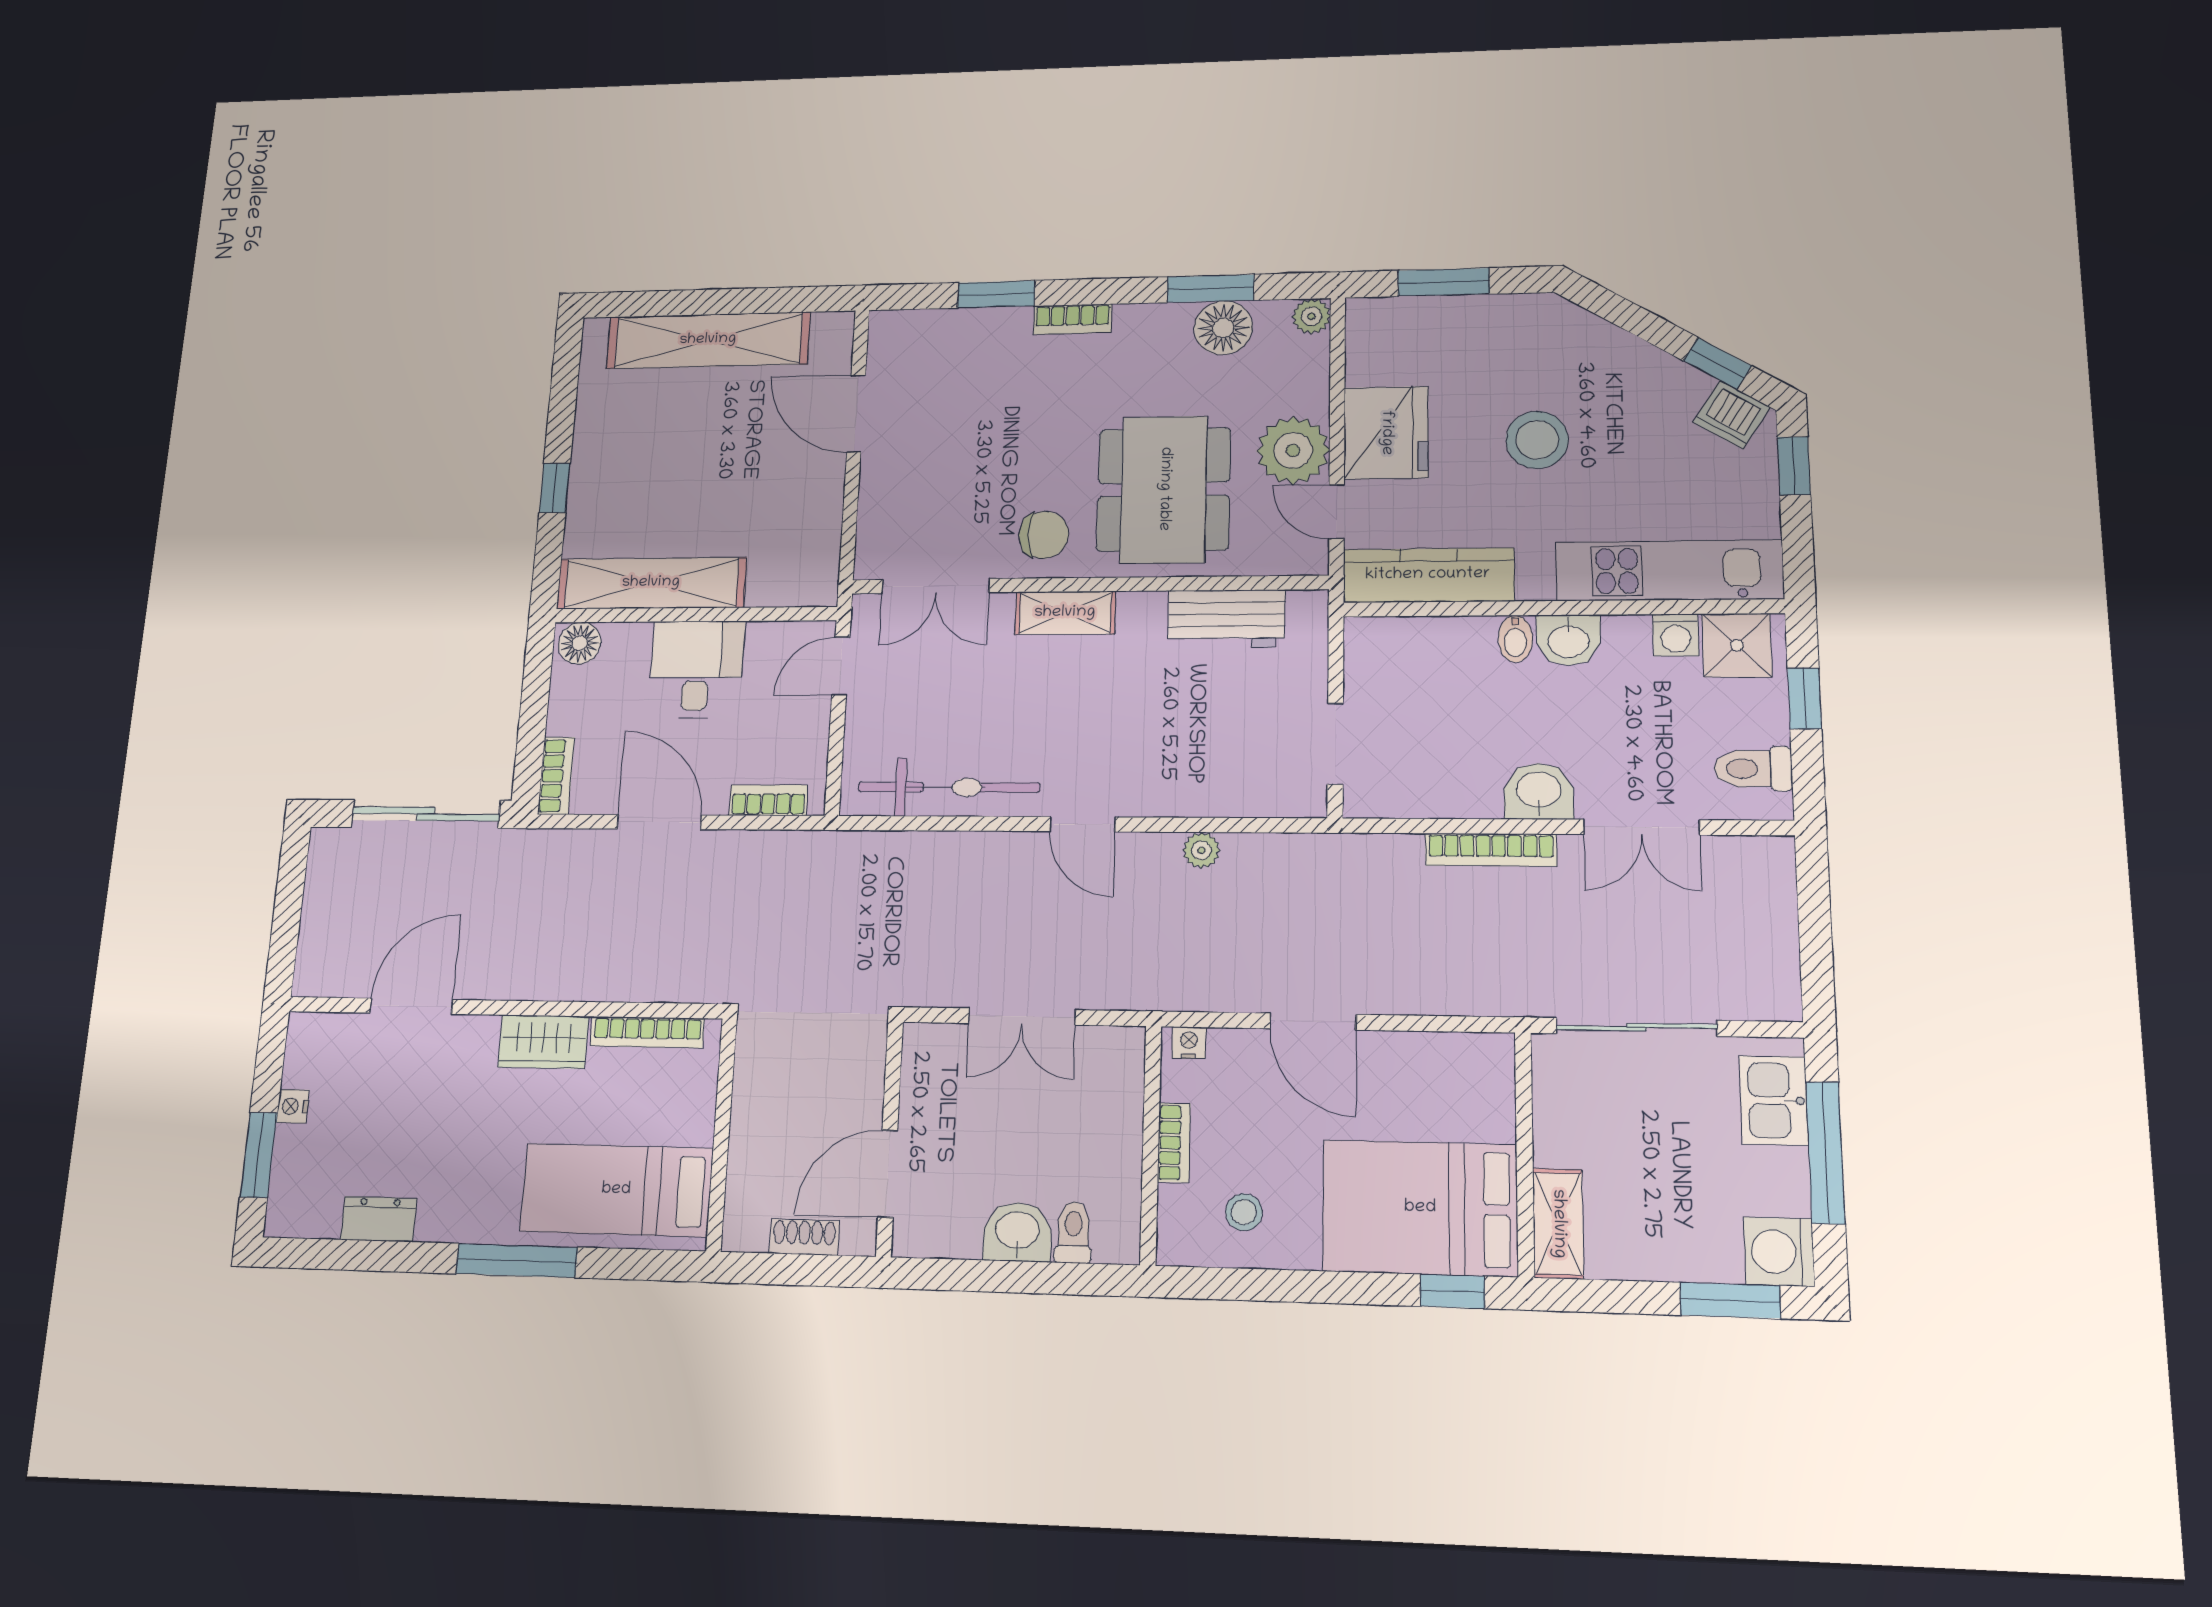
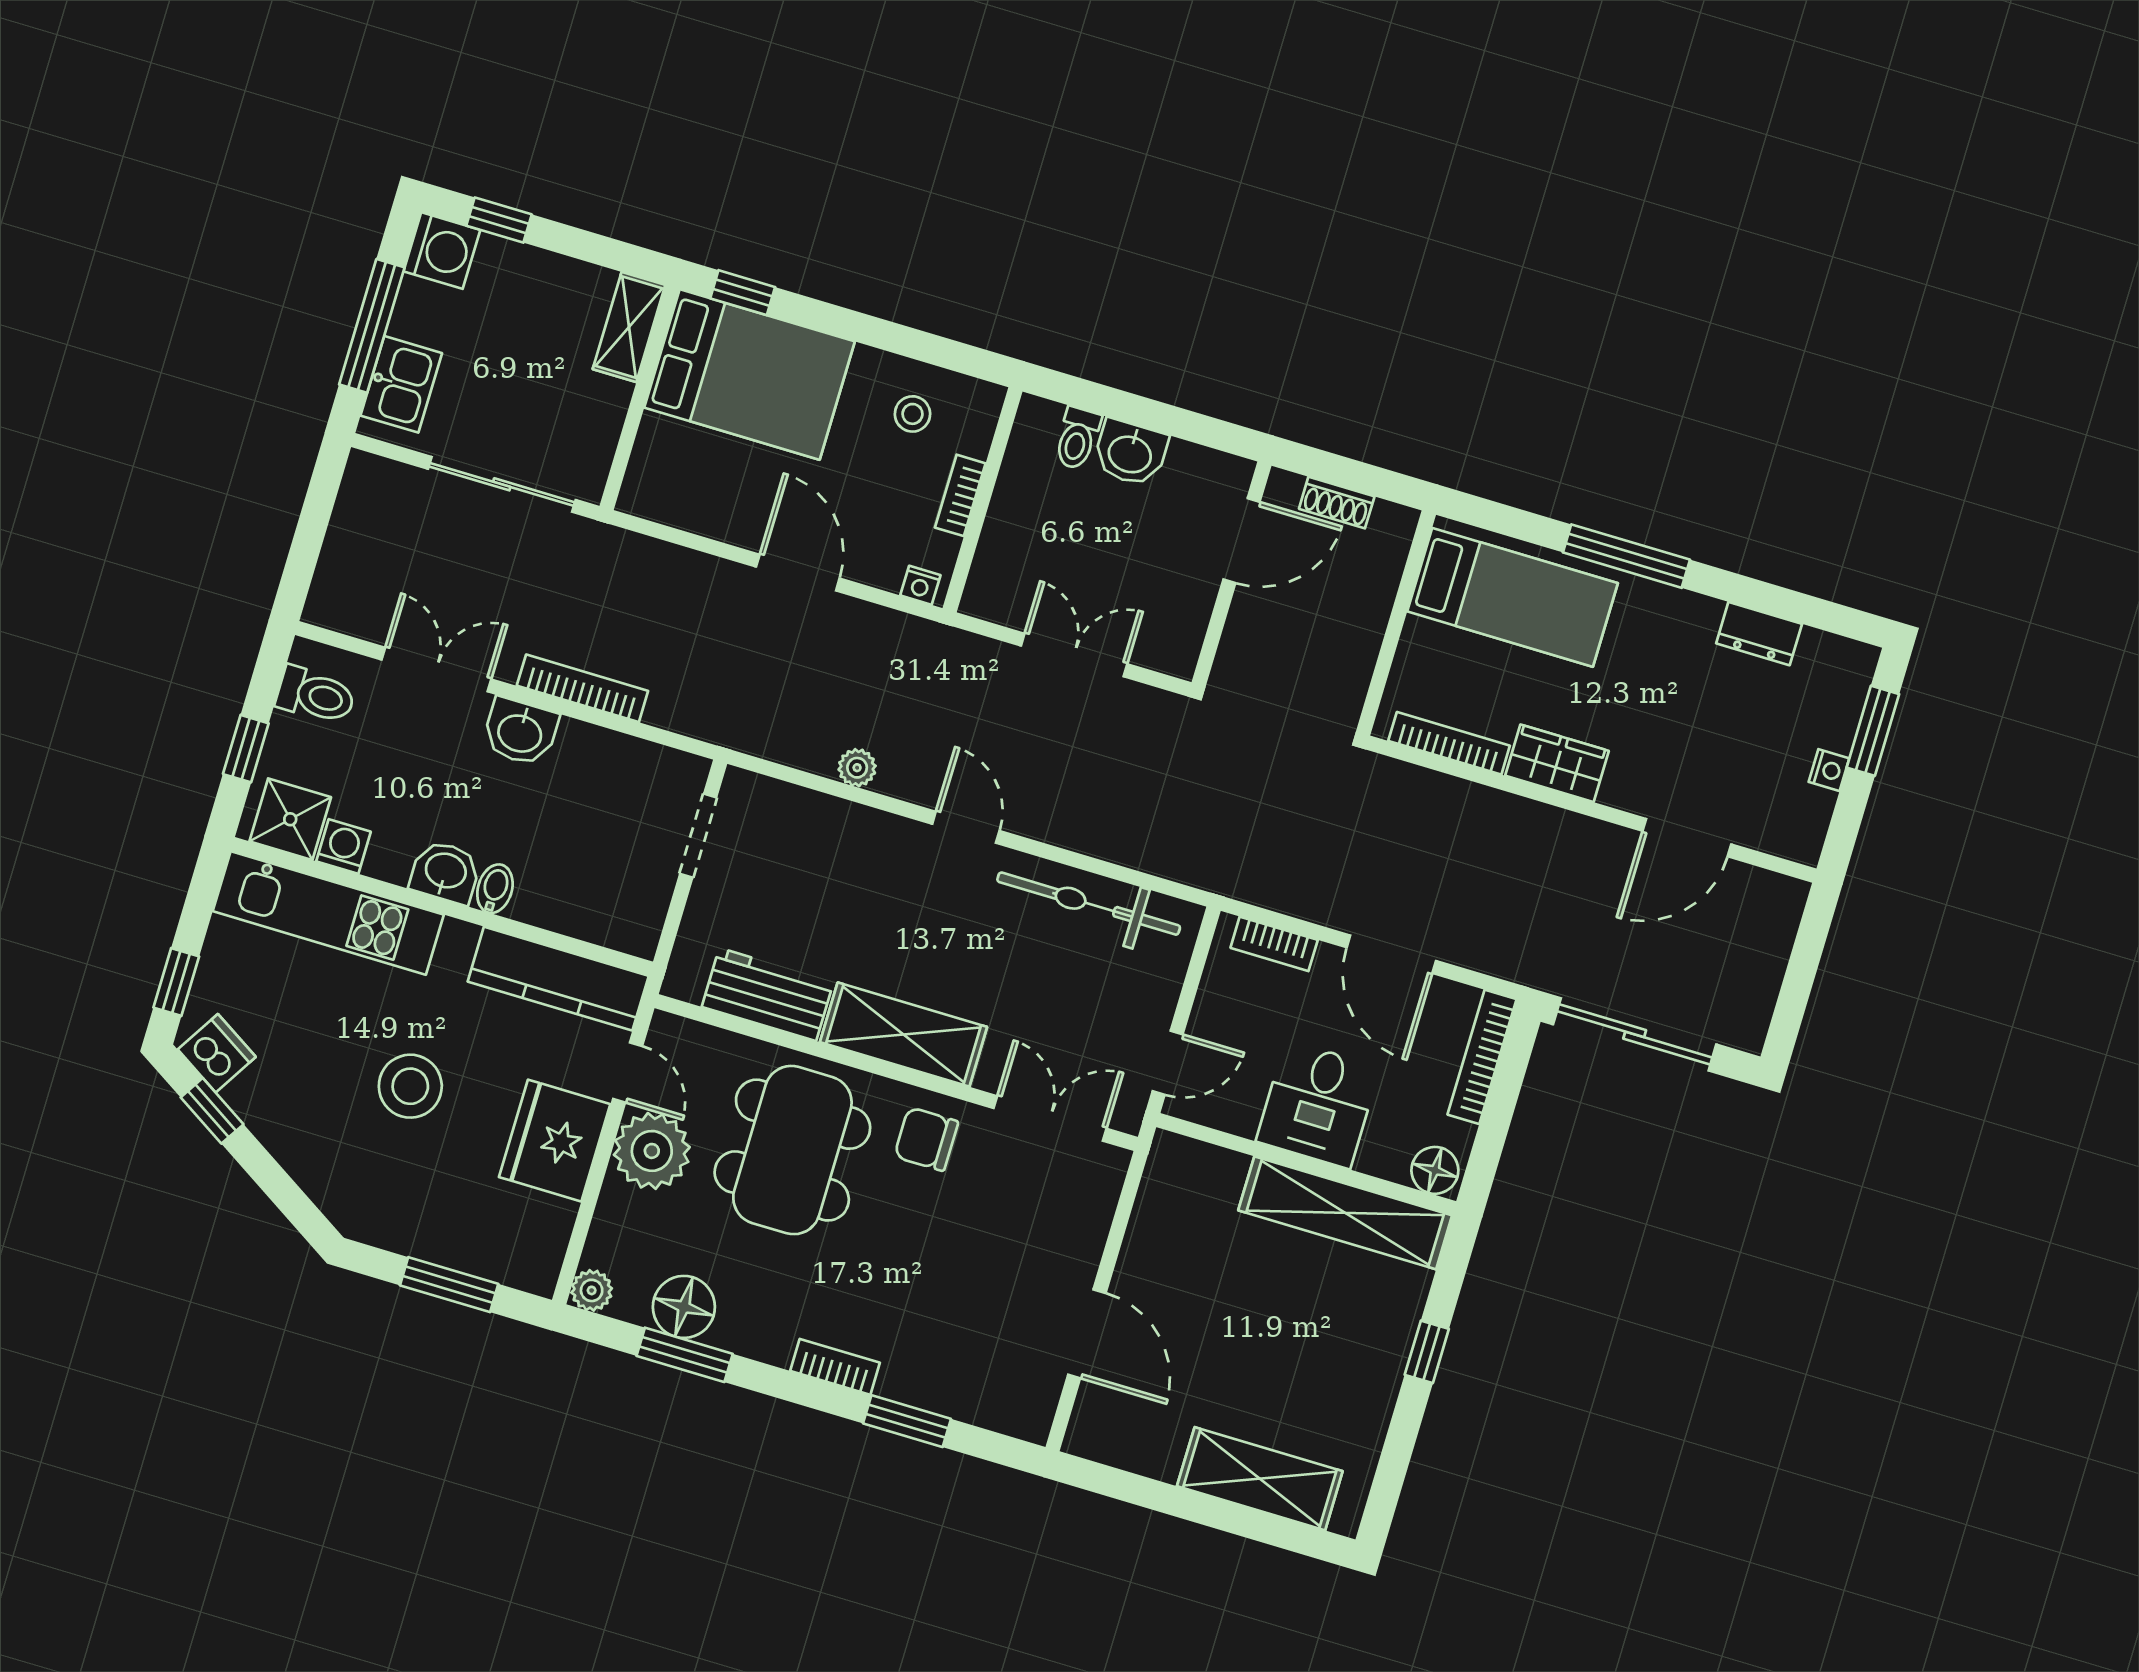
shelving: (708, 340) -> (1260, 1479), width x0.68
shelving: (1065, 613) -> (903, 1035), width x1.50, depth x1.33
bookcase: (556, 776) -> (1482, 1057), width x1.56
window: (1730, 1300) -> (499, 220), width x0.67

